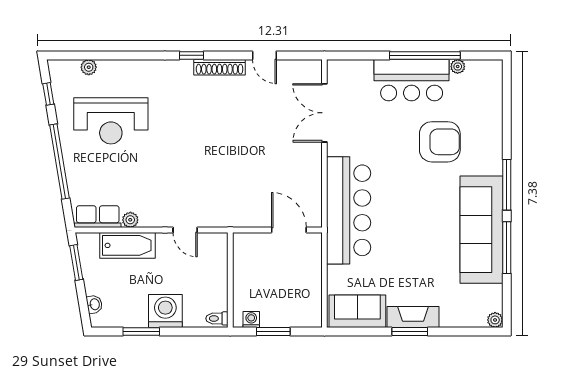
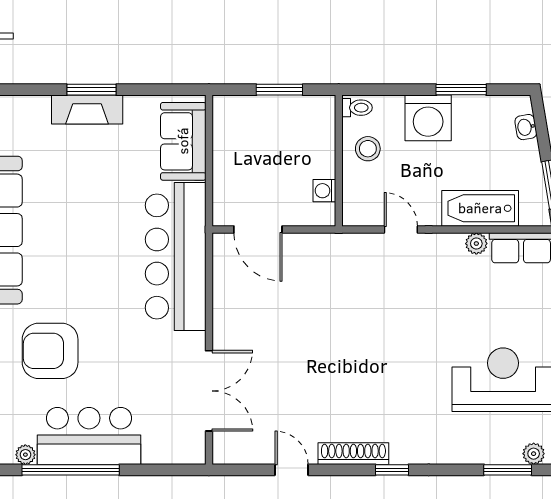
window: (108, 55) -> (508, 470), added
stool: (209, 289) -> (368, 149), added
sofa: (357, 311) -> (183, 141), moved, turned 90
washing machine: (251, 320) -> (324, 191), moved, turned 90

